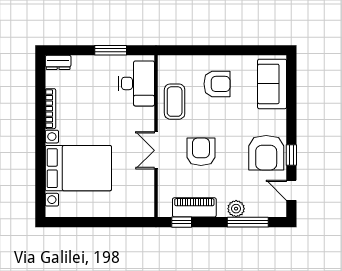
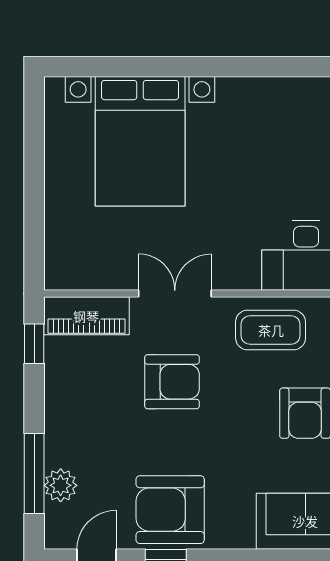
bookcase: (50, 109) -> (257, 87), removed
piano: (194, 207) -> (86, 316), moved, turned 90
plant: (236, 209) -> (61, 485), moved

